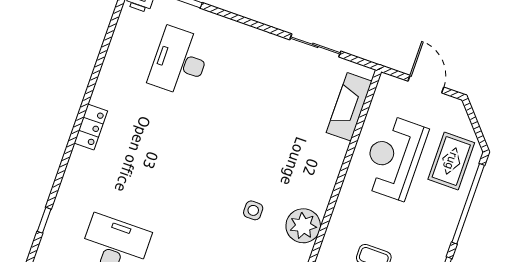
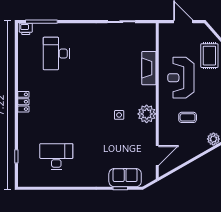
fireplace: (349, 107) -> (149, 68), moved
reception desk: (394, 157) -> (181, 78), moved

